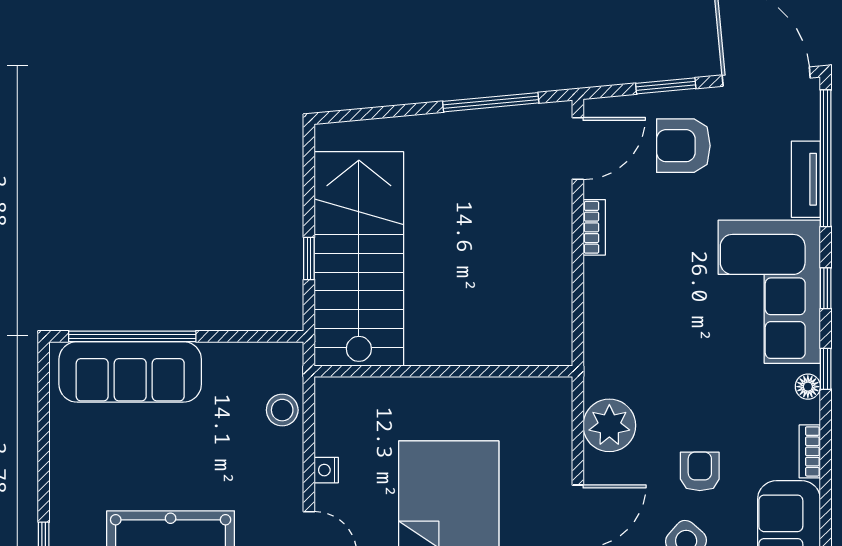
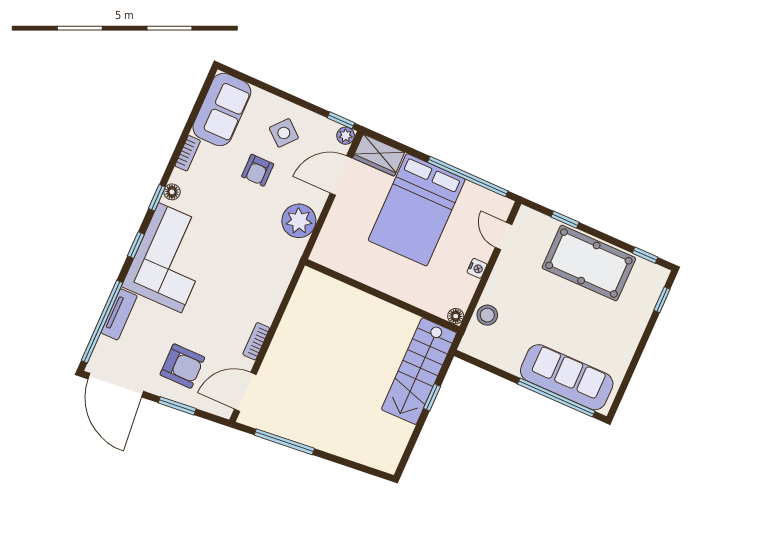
stairs: (359, 259) -> (419, 371), width x0.73, depth x0.66
floor lamp: (326, 389) -> (456, 316), added

